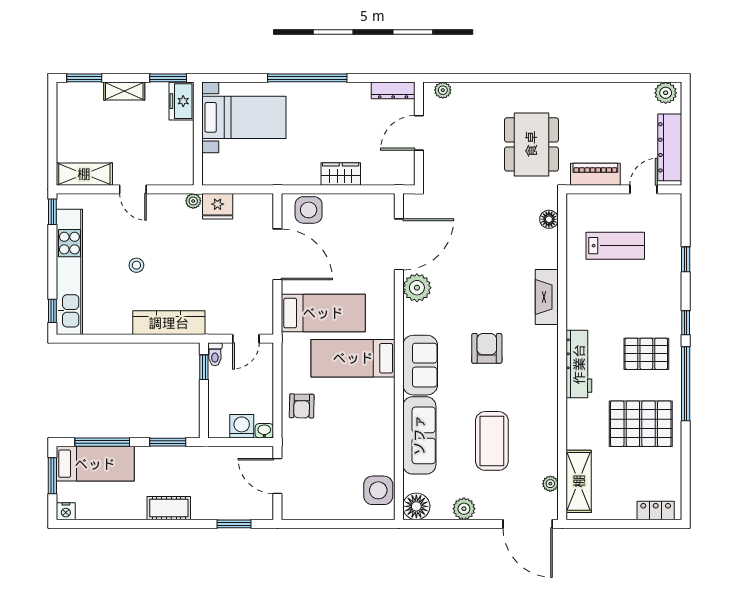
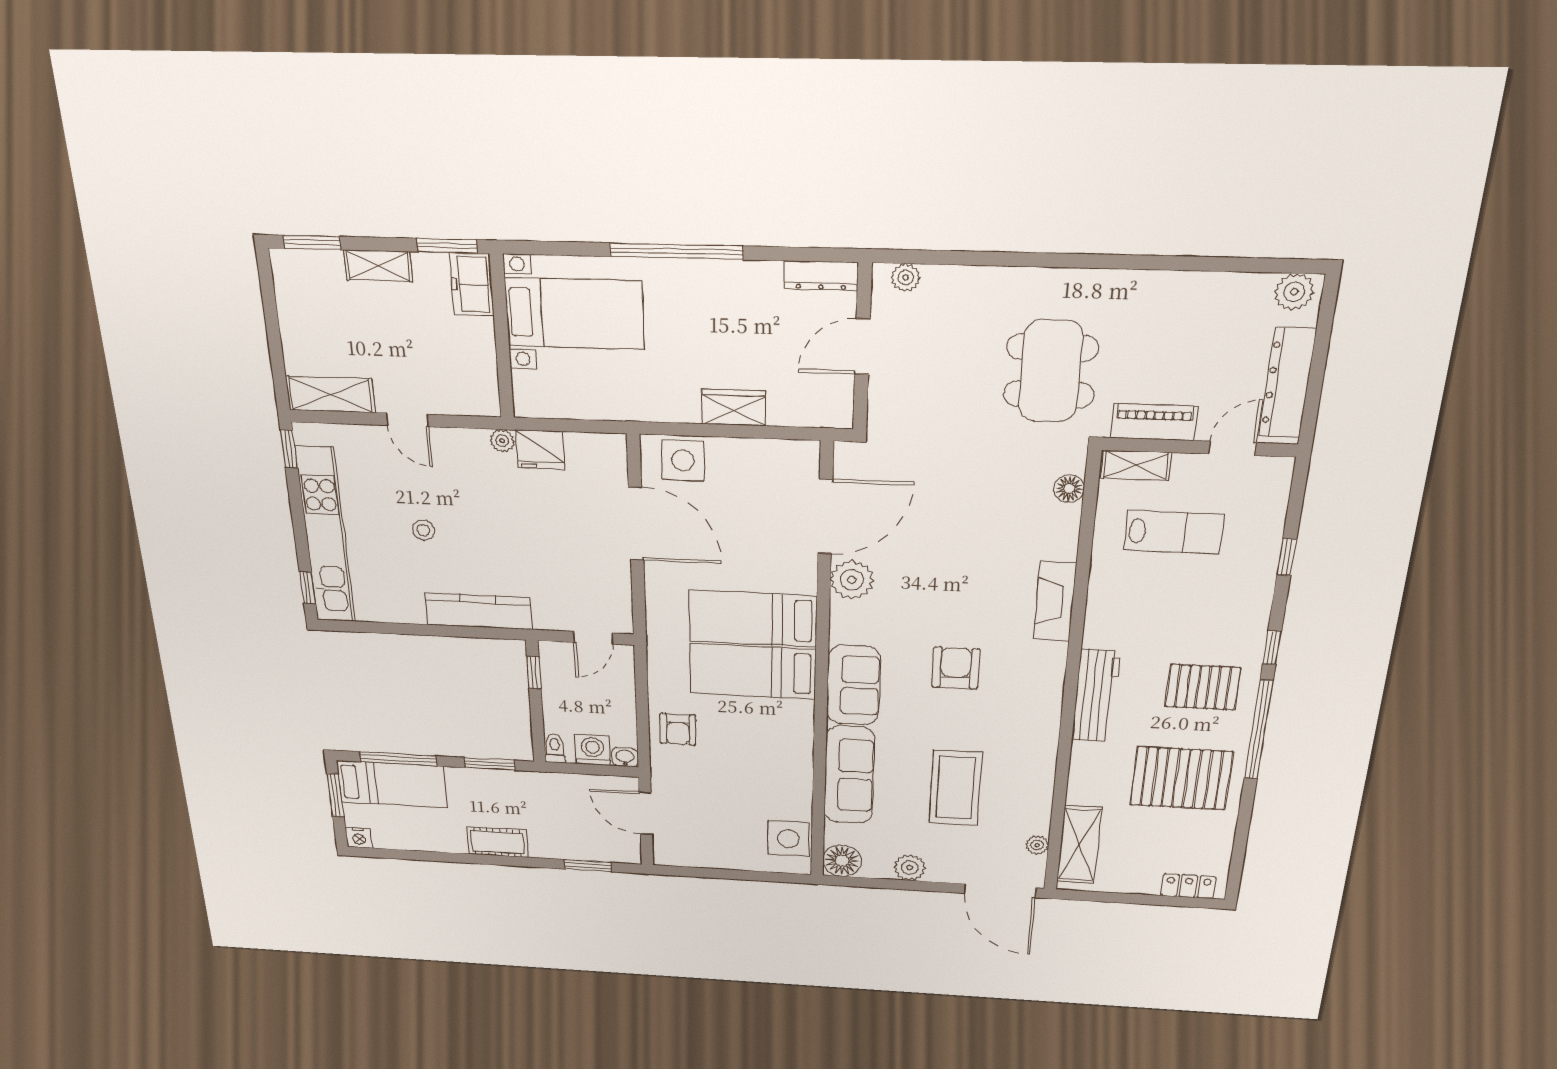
shelving: (588, 202) -> (1136, 465), added
bed: (323, 313) -> (753, 619), moved, turned 180
toilet: (215, 354) -> (555, 748), moved, turned 180

